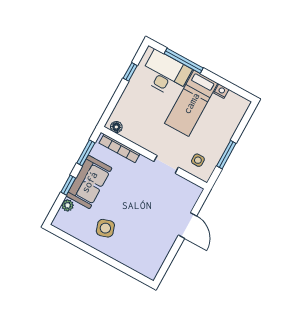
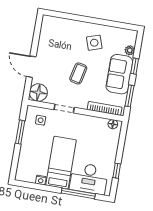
floor lamp: (189, 193) -> (38, 93), added
coffee table: (136, 199) -> (78, 73), added

